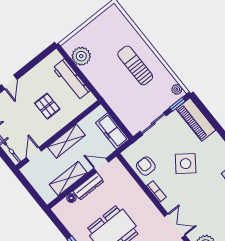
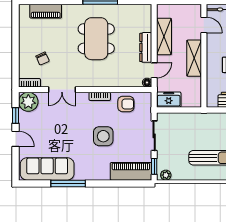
freezer: (112, 131) -> (169, 100), width x0.71
side table: (186, 164) -> (103, 136), turned -36
floor lamp: (71, 198) -> (147, 83), moved

